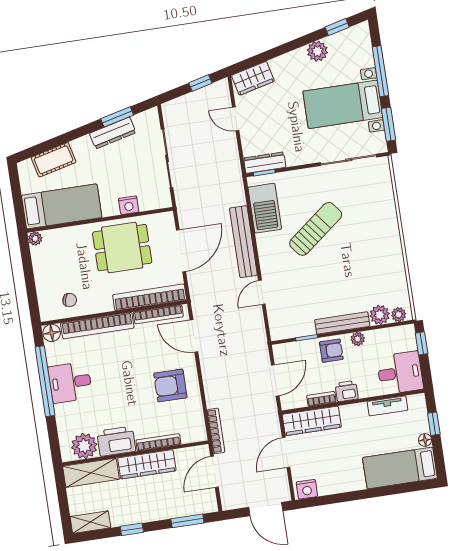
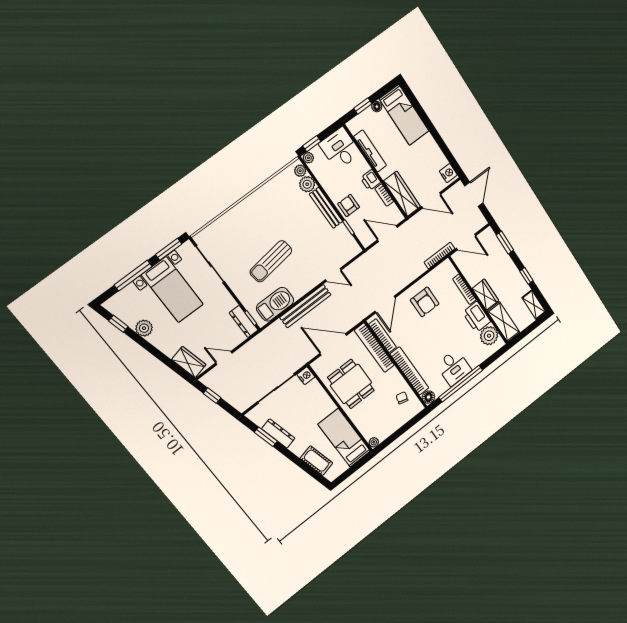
door: (236, 119) -> (224, 358), swing flipped
nightstand: (129, 205) -> (306, 376), moved
sun lounger: (316, 229) -> (271, 261), turned -60
plant: (358, 339) -> (308, 158), moved
tv unit: (388, 406) -> (370, 151), width x1.41
wardrobe: (147, 464) -> (485, 295), width x0.67

